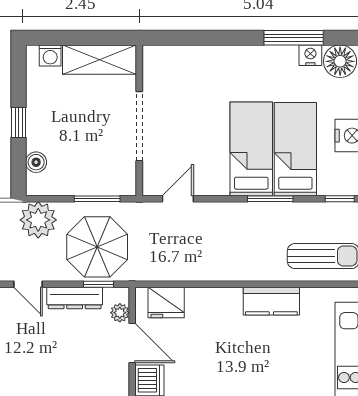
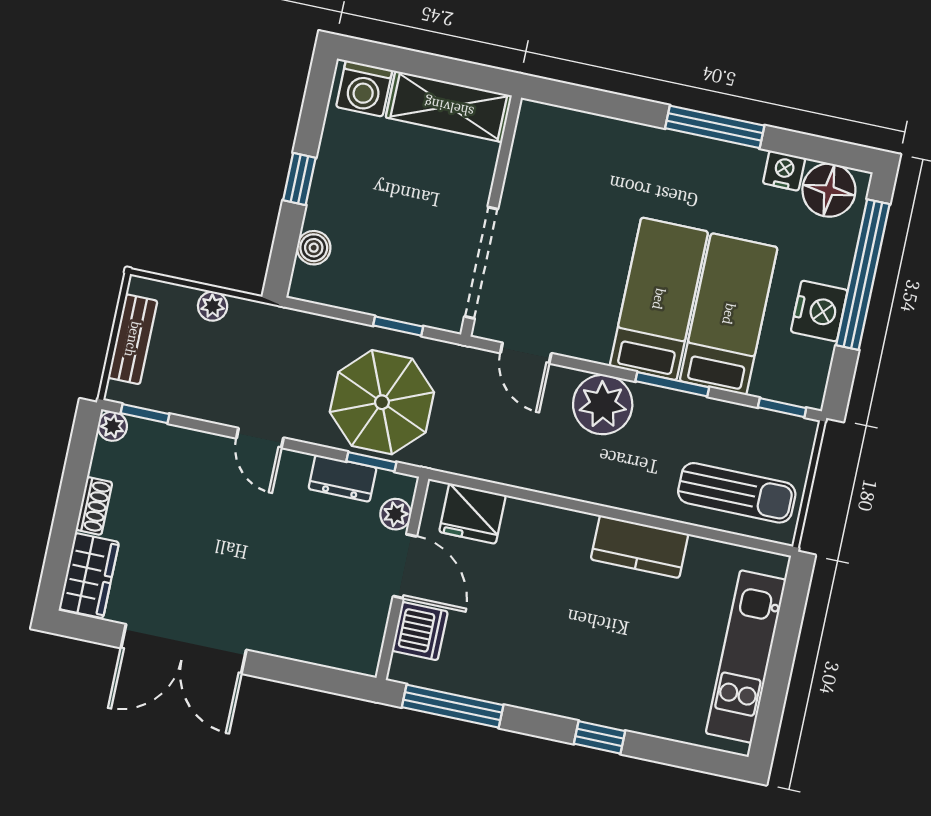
window: (294, 38) -> (715, 127), moved
washing machine: (50, 56) -> (364, 89), width x1.38, depth x1.38
doorway: (139, 126) -> (481, 263), moved
window: (97, 199) -> (398, 326), width x0.67
door: (178, 199) -> (526, 353), swing flipped
plant: (38, 220) -> (603, 405), moved
dresser: (75, 298) -> (343, 478), width x0.70

